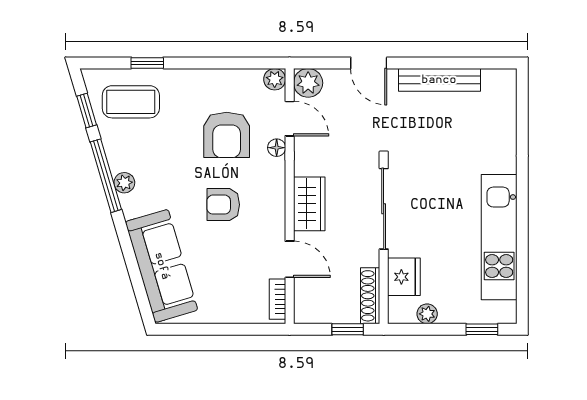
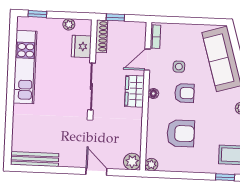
bench: (439, 80) -> (35, 159), moved
door: (290, 119) -> (144, 141), removed
armchair: (227, 135) -> (181, 133), turned 90
floor lamp: (277, 148) -> (153, 93), moved
side table: (235, 249) -> (179, 67), added
door: (290, 259) -> (147, 60), hinge flipped

